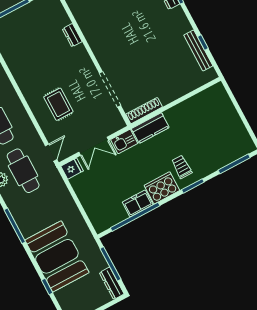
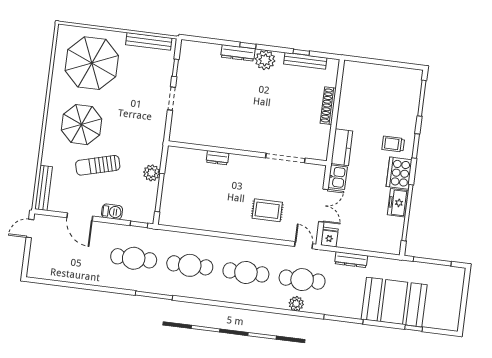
plant: (176, 18) -> (265, 60), added
shoe rack: (144, 111) -> (328, 106), moved
dresser: (112, 283) -> (351, 260), moved

